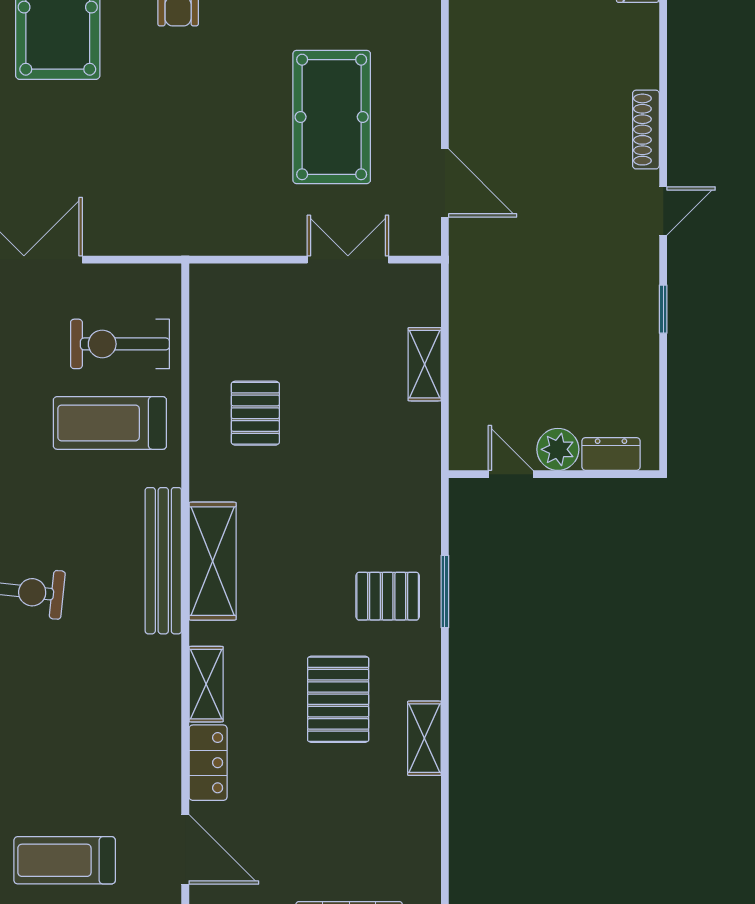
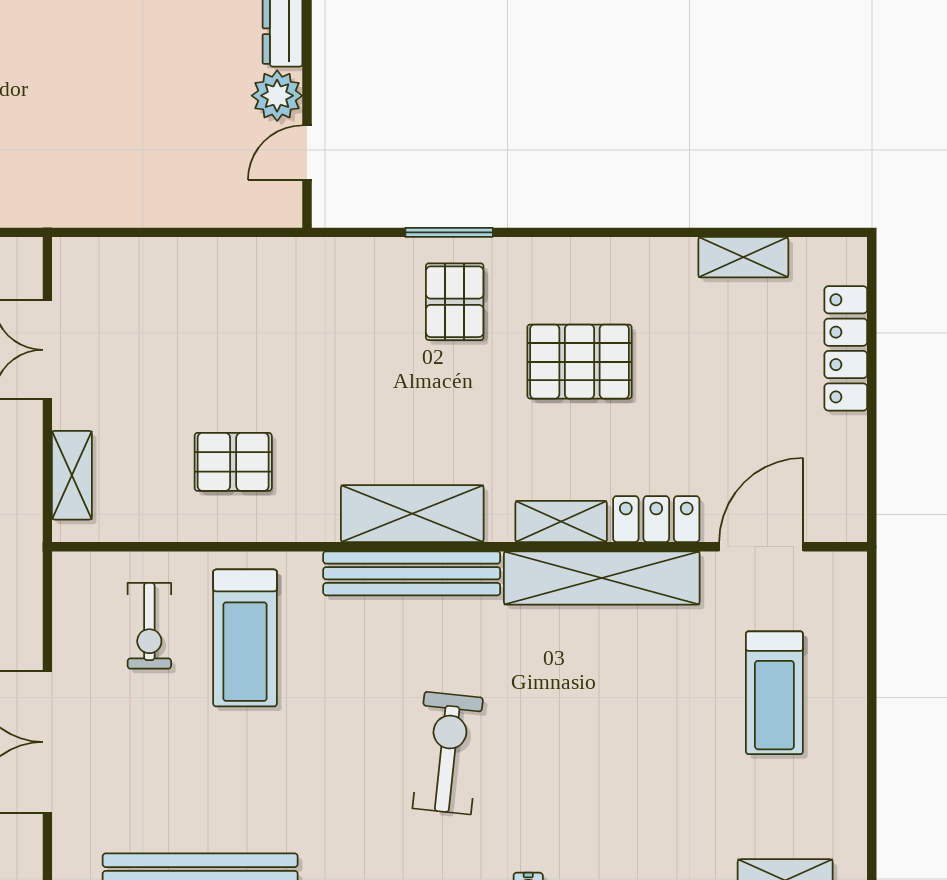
exercise bike: (120, 344) -> (149, 626), width x0.73, depth x0.72
shelving: (425, 364) -> (72, 475), moved, turned 90
shelving: (159, 718) -> (602, 578), added
shelving: (424, 738) -> (743, 257), moved

